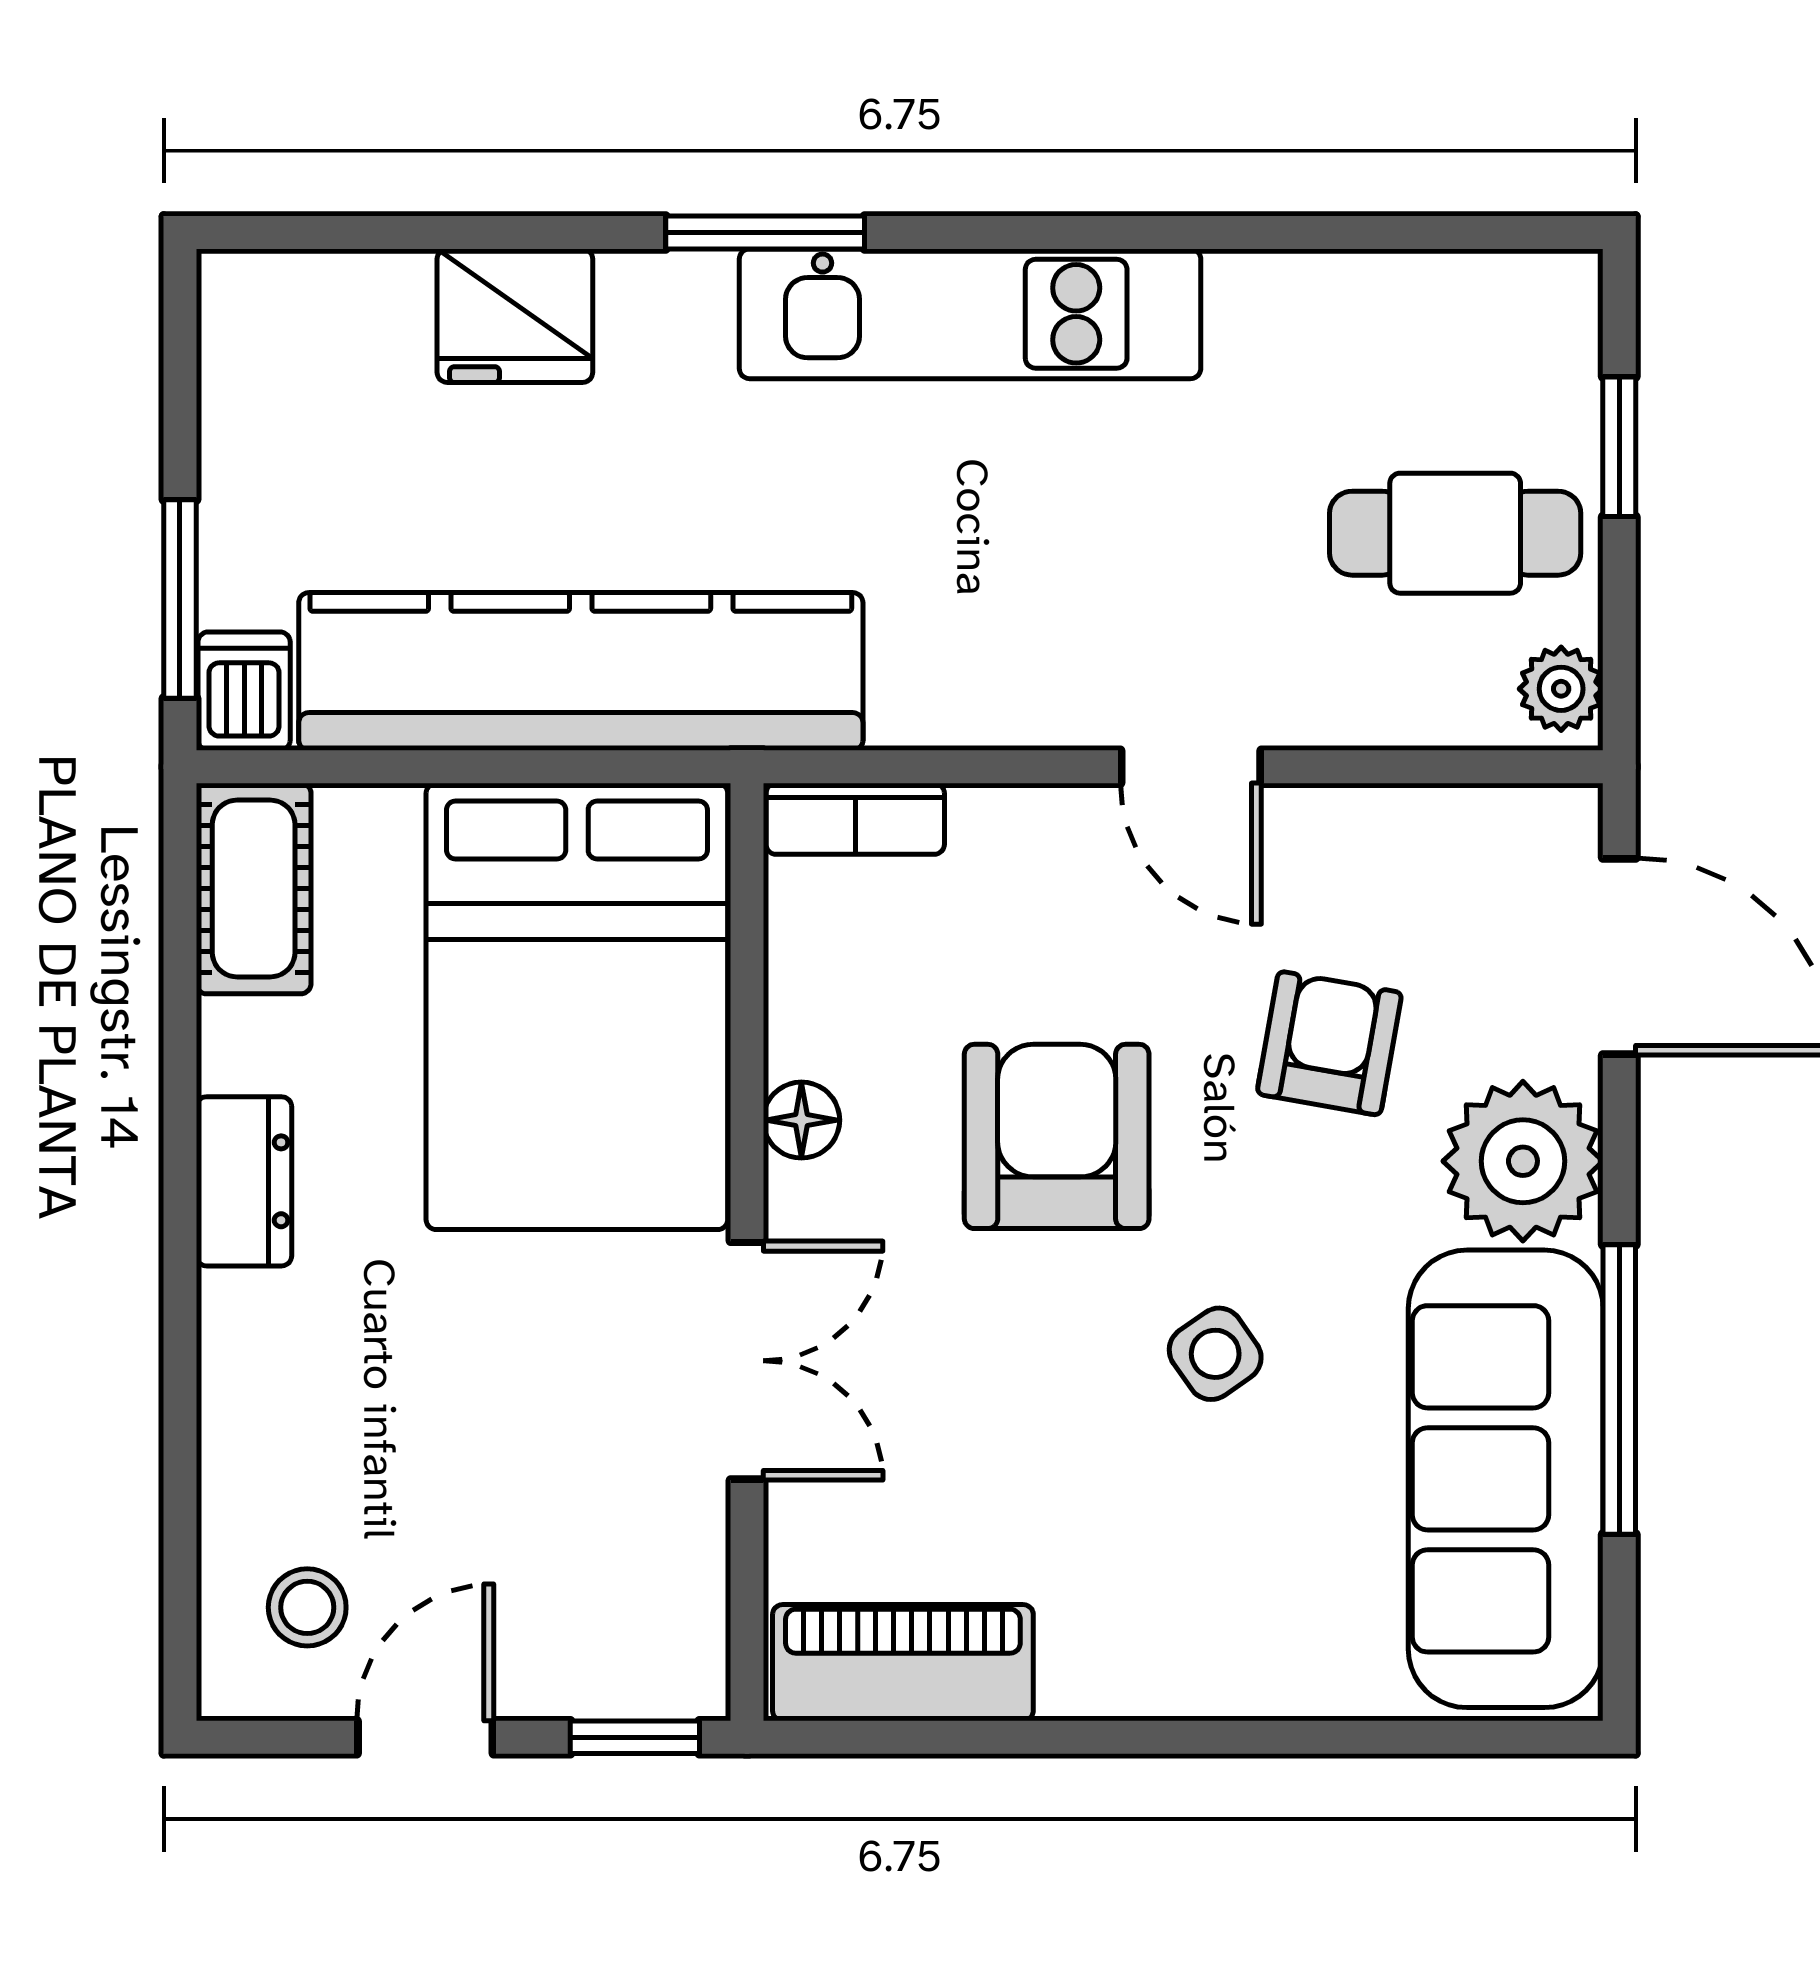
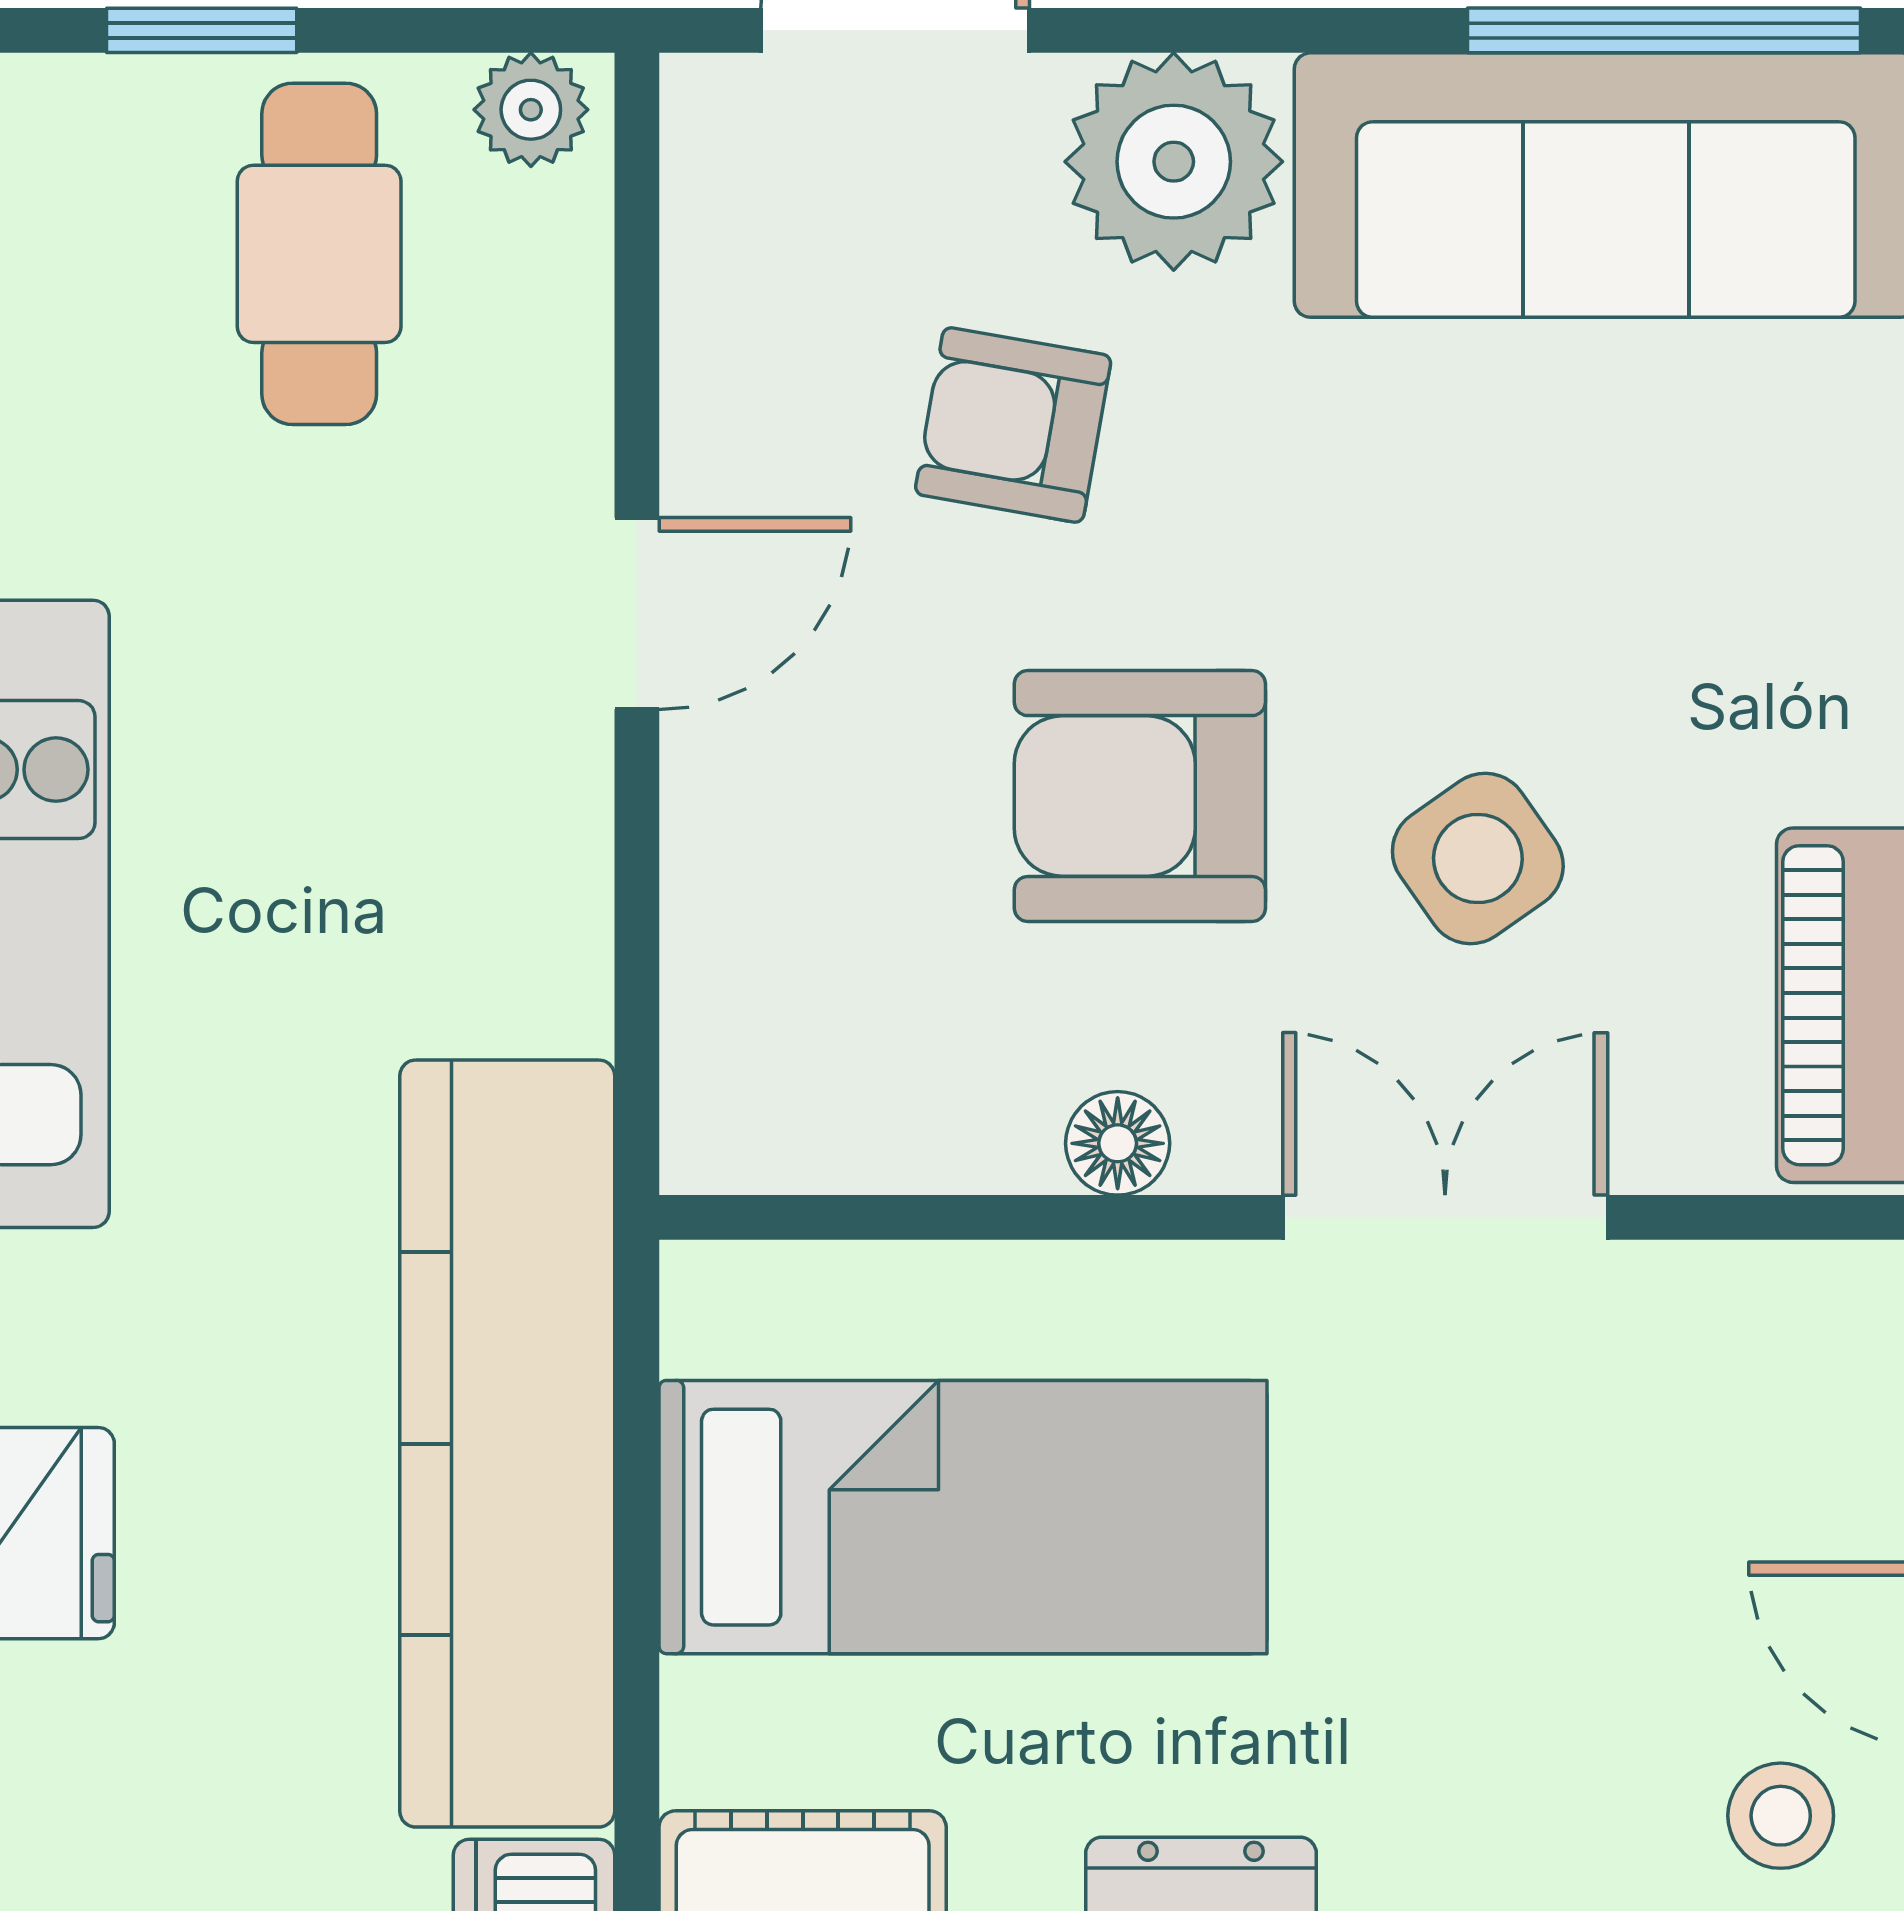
bookcase: (855, 819) -> (708, 1070), removed
bed: (577, 1006) -> (963, 1517), width x0.67
side table: (1215, 1354) -> (1478, 858), moved, width x1.37, depth x1.37
window: (1619, 1390) -> (1664, 30), moved

